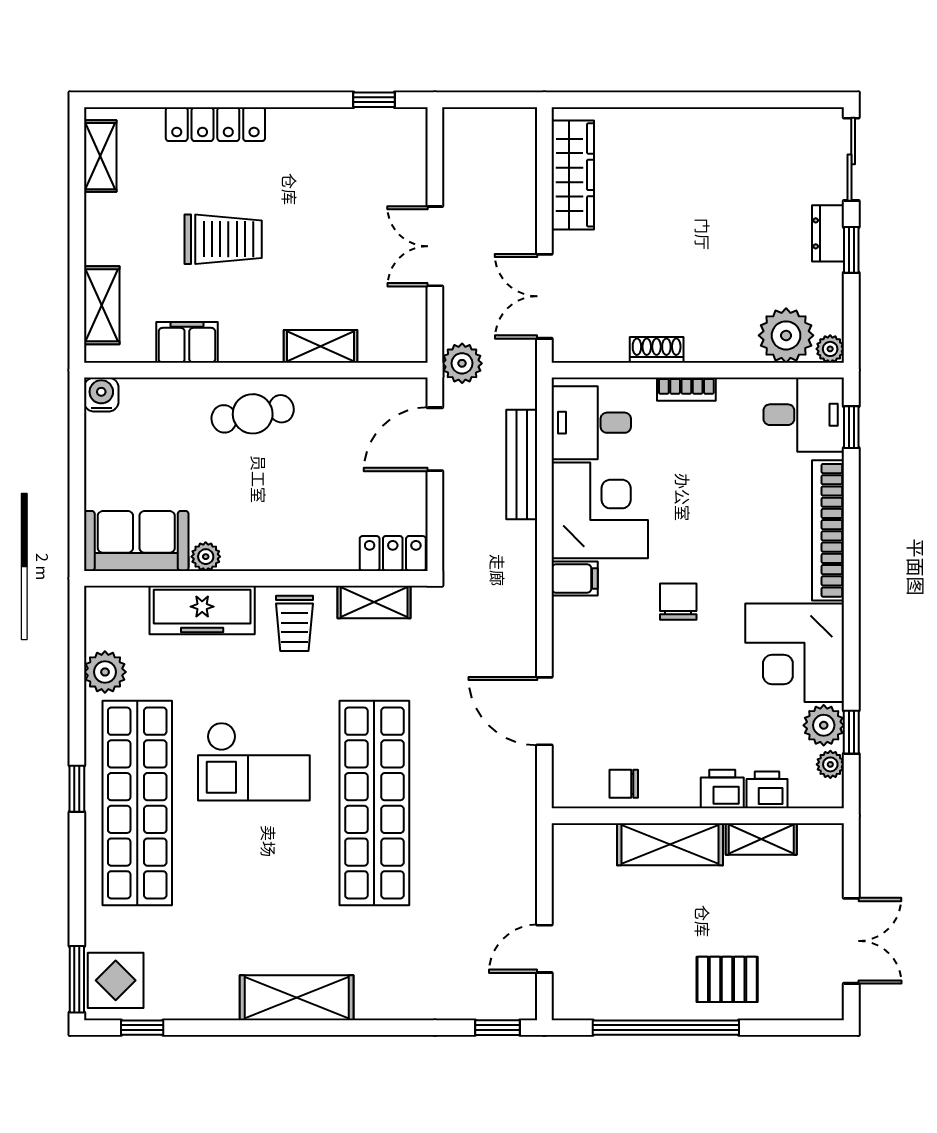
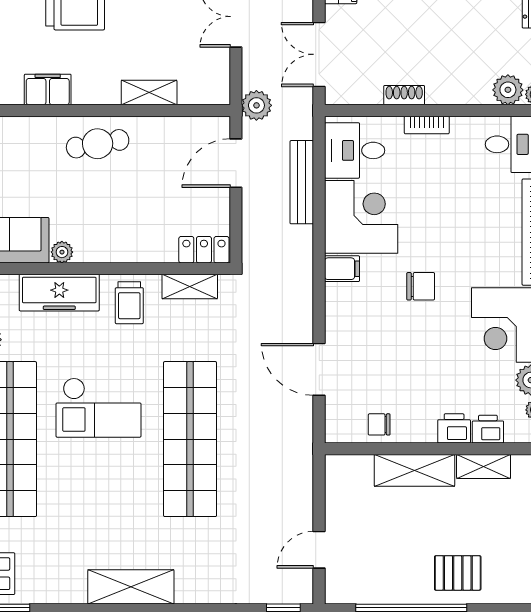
plant: (786, 335) -> (508, 90), width x0.73, depth x0.73
chair: (678, 602) -> (421, 286), turned 90

